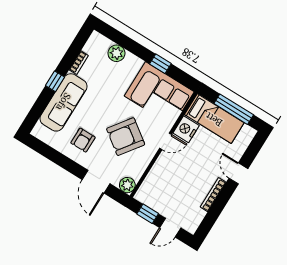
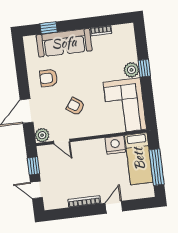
plant: (116, 53) -> (131, 70), moved
window: (160, 64) -> (144, 68), moved
window: (55, 81) -> (49, 28), moved
armchair: (126, 137) -> (75, 106), width x0.53, depth x0.53
door: (166, 141) -> (62, 141), moved

